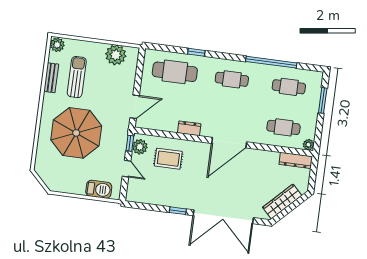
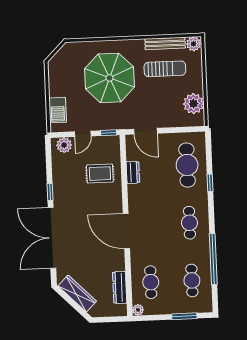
bench: (51, 78) -> (165, 43), width x1.36
dresser: (189, 128) -> (133, 172), moved
plant: (140, 147) -> (64, 145), moved
rug: (168, 159) -> (100, 174), turned 90
dresser: (296, 160) -> (120, 287), moved

